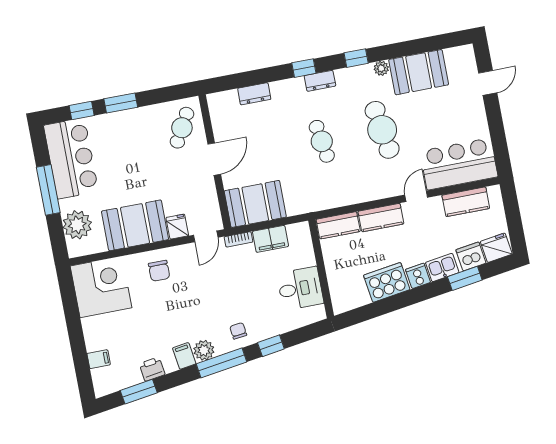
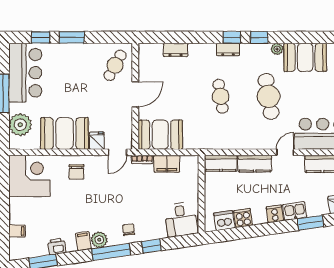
window: (304, 68) -> (232, 37), moved
dishwasher: (471, 256) -> (224, 221), moved
cooker: (387, 282) -> (243, 218), width x0.53, depth x0.76
desk: (300, 288) -> (181, 220), moved, turned 82

